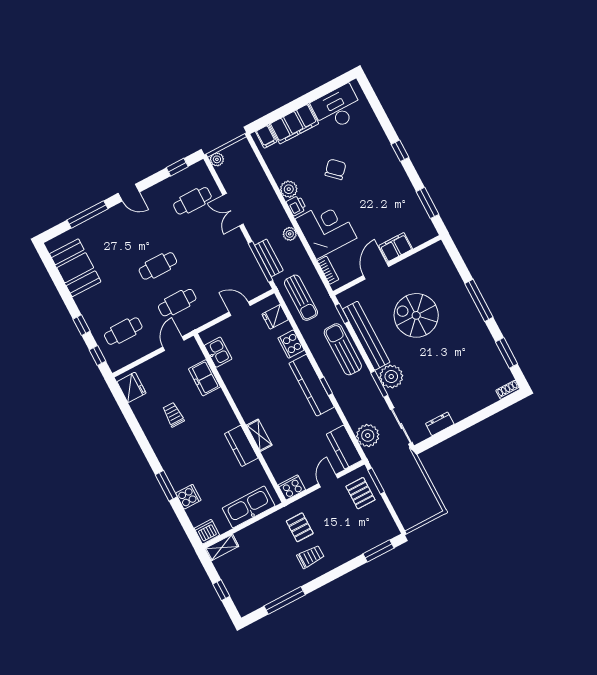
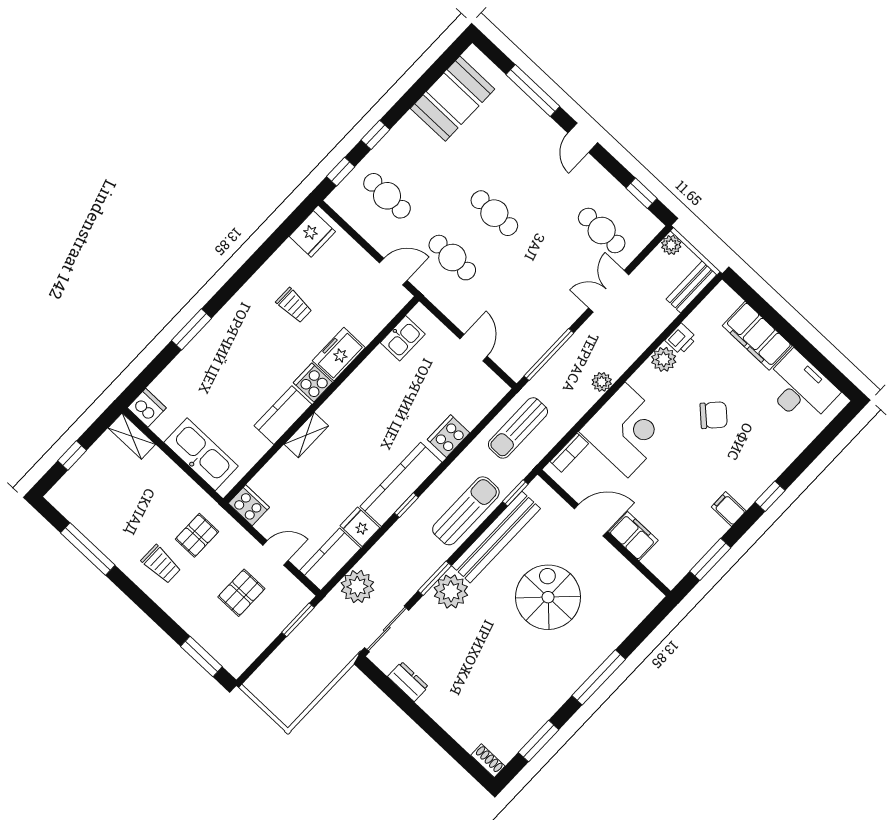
filing cabinet: (266, 137) -> (729, 509), moved, turned 90
printer: (296, 206) -> (681, 339), moved
bench: (269, 258) -> (691, 287), moved
fridge: (275, 317) -> (360, 527), moved
freezer: (204, 378) -> (339, 354), moved
trolley: (173, 415) -> (294, 305), turned 90
pallet: (360, 493) -> (241, 593), moved
cooker: (188, 497) -> (313, 382), moved, turned 180

